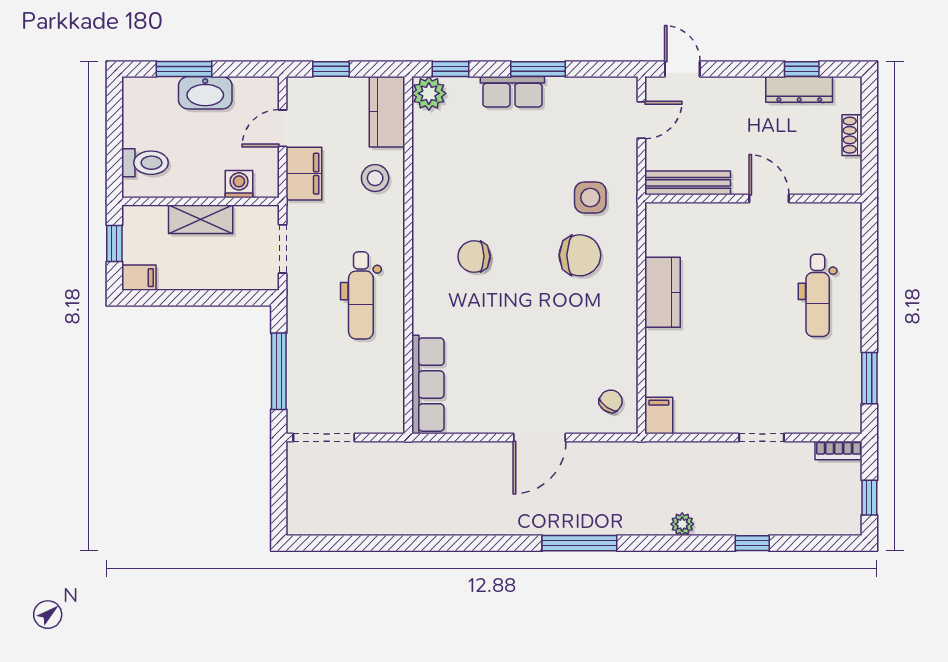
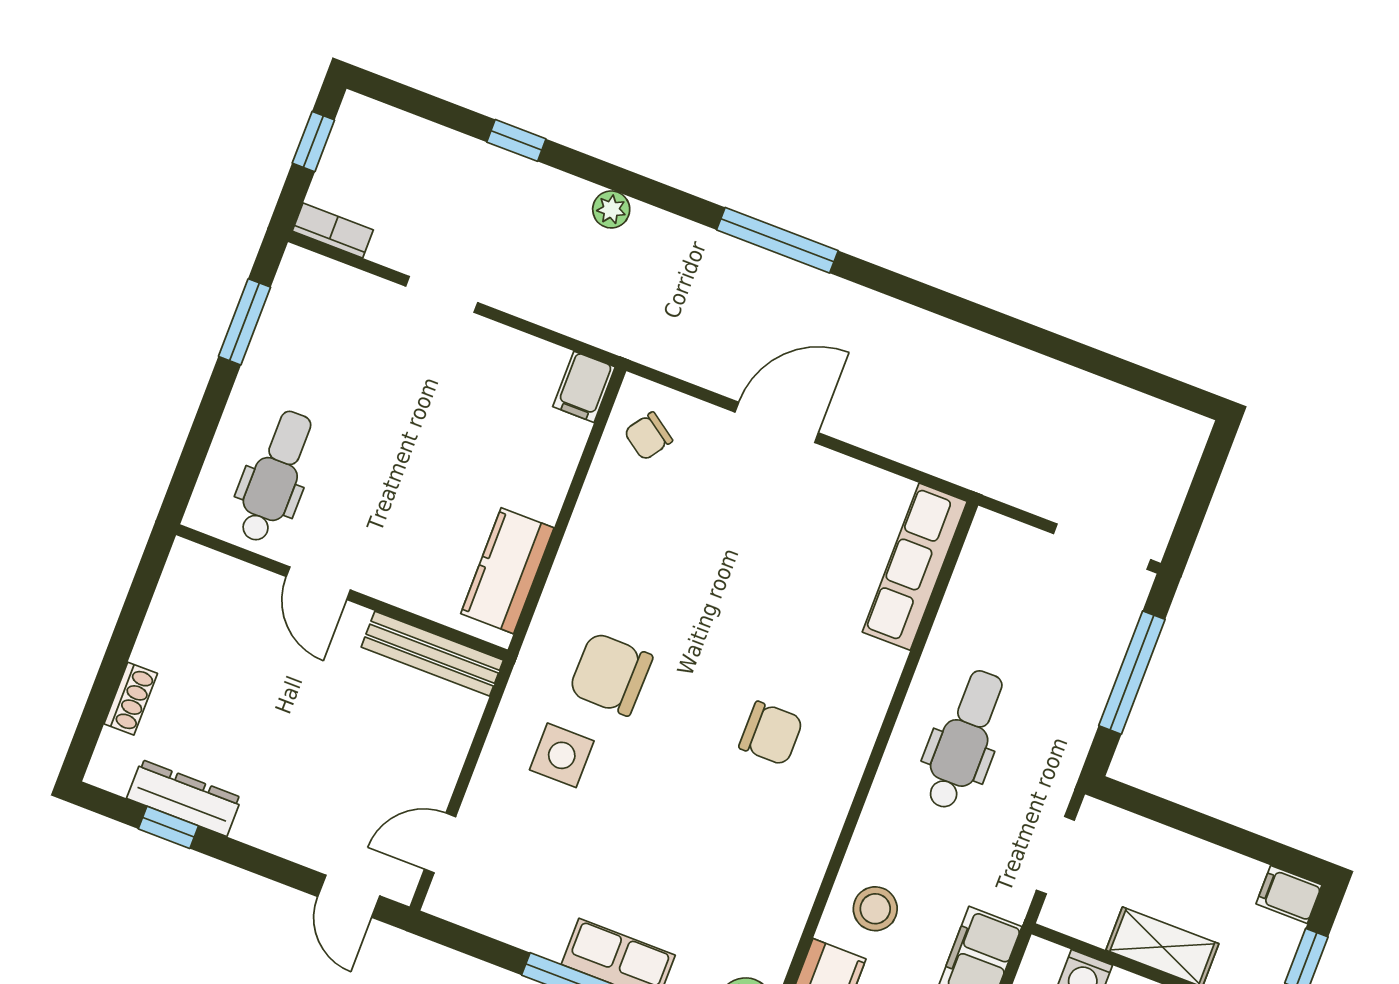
bench: (688, 183) -> (432, 654), moved
wall: (753, 198) -> (342, 592), moved
door: (769, 198) -> (318, 583), moved

